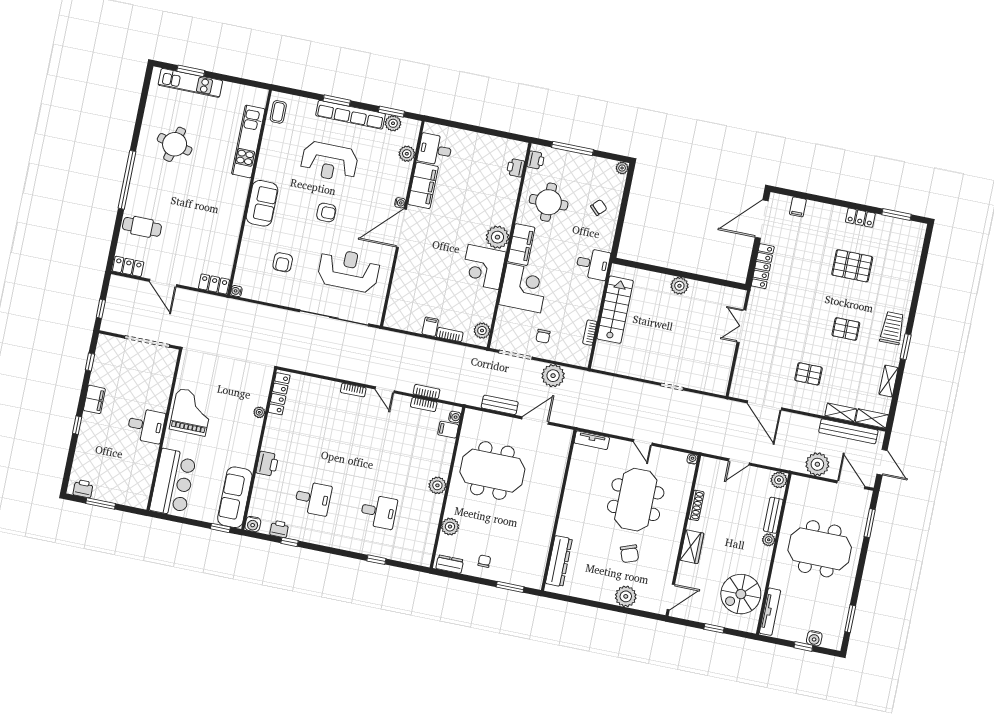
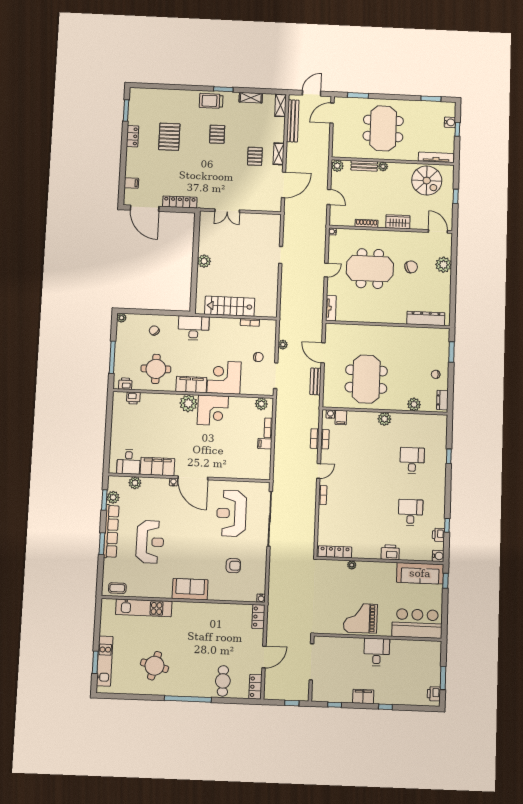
armchair: (326, 212) -> (190, 538), removed
desk: (593, 264) -> (194, 328), width x1.37
plant: (553, 376) -> (283, 345), width x0.53, depth x0.53
shelving: (841, 412) -> (279, 154), moved
plant: (817, 464) -> (321, 140), removed

